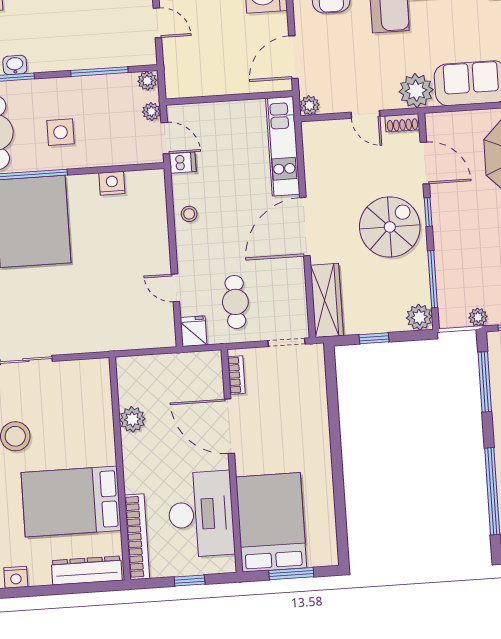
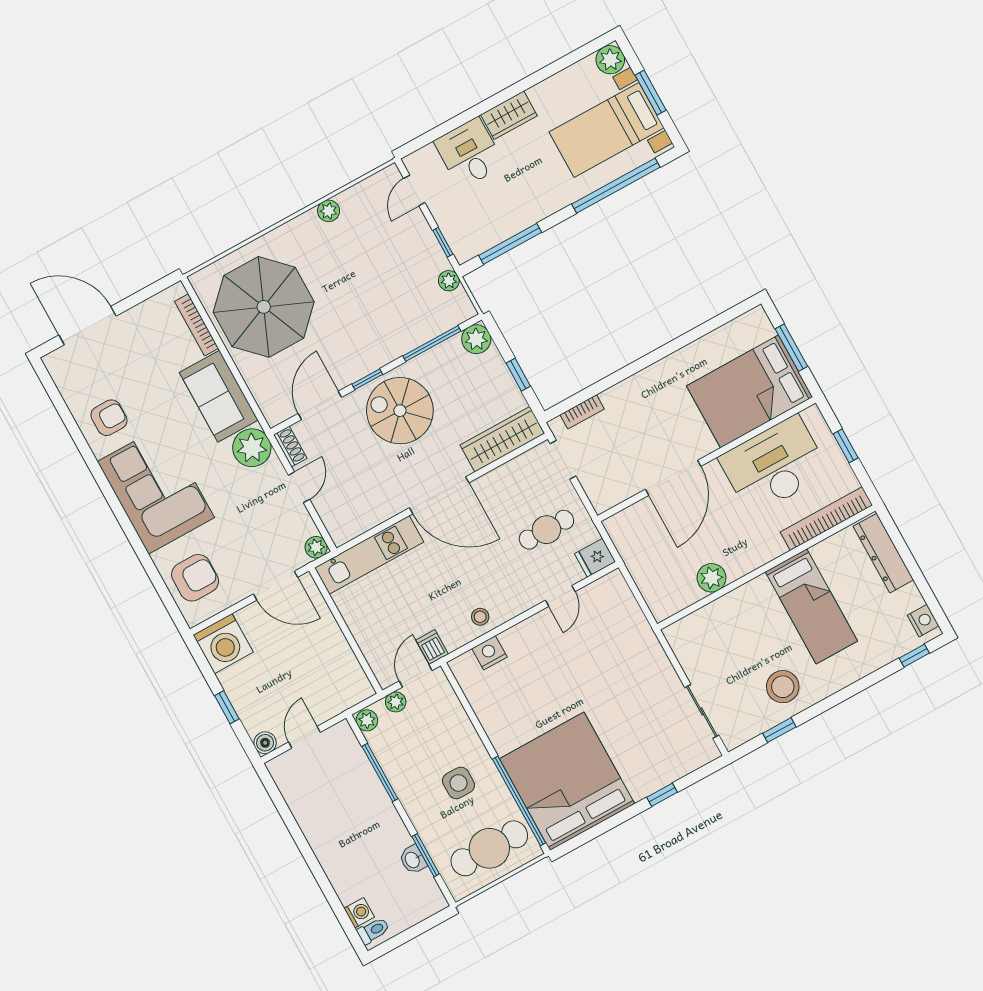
nightstand: (112, 183) -> (489, 653), moved, turned 90
bookcase: (236, 375) -> (582, 412), moved, turned 180
bed: (71, 501) -> (811, 606), width x0.67

